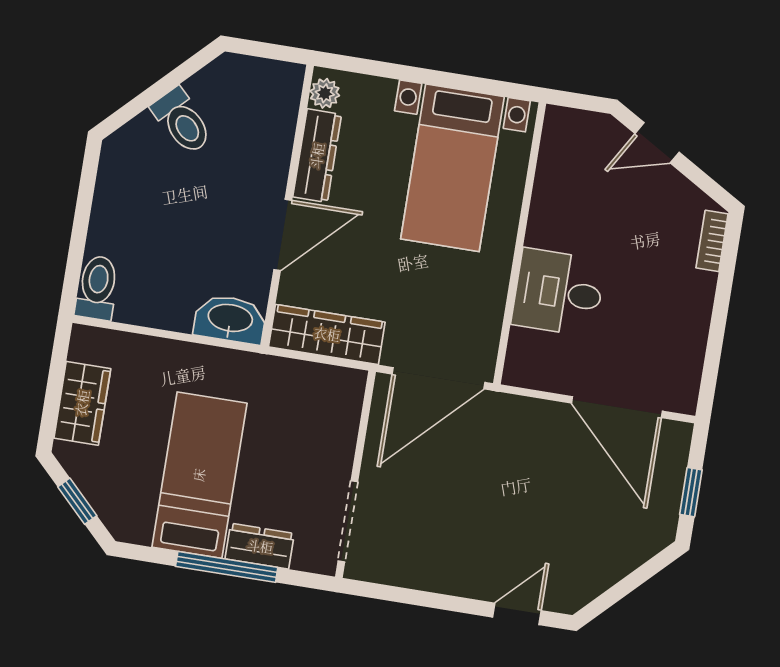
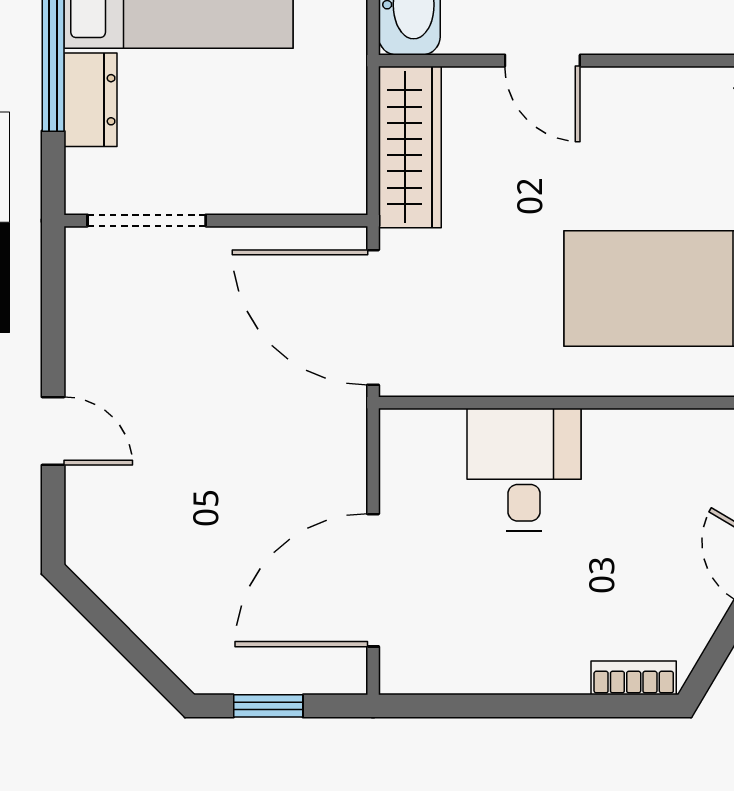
dresser: (317, 156) -> (664, 92), removed
door: (283, 235) -> (542, 61), width x0.73
door: (517, 614) -> (53, 431), moved

